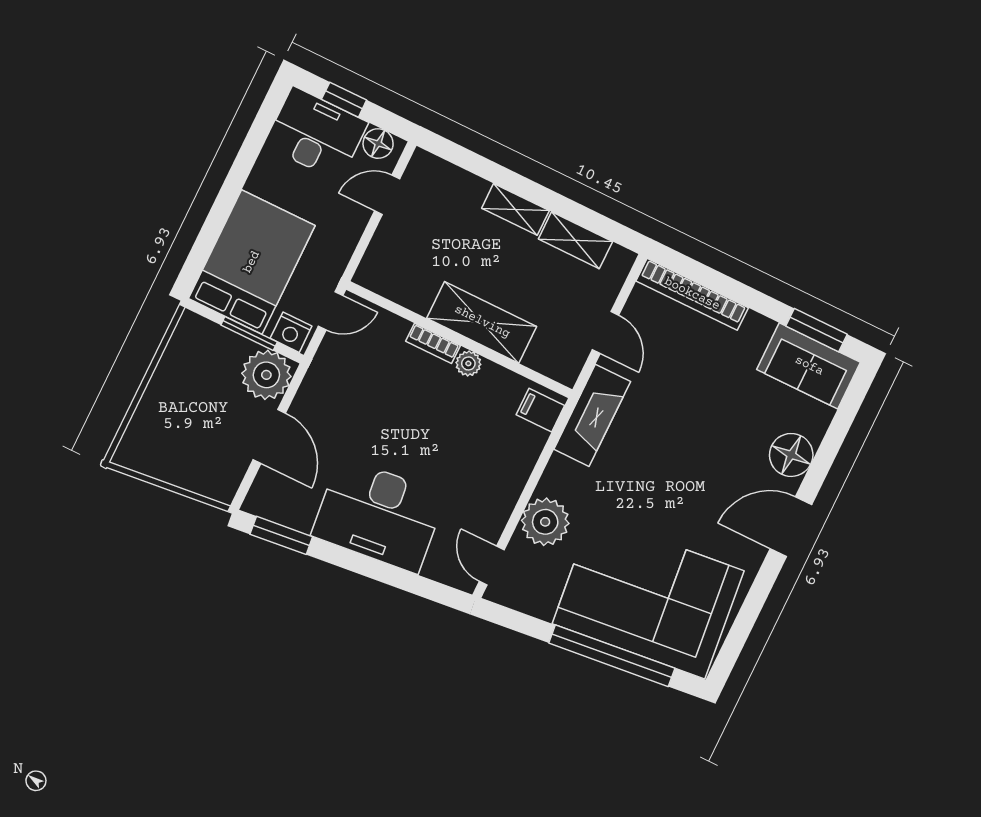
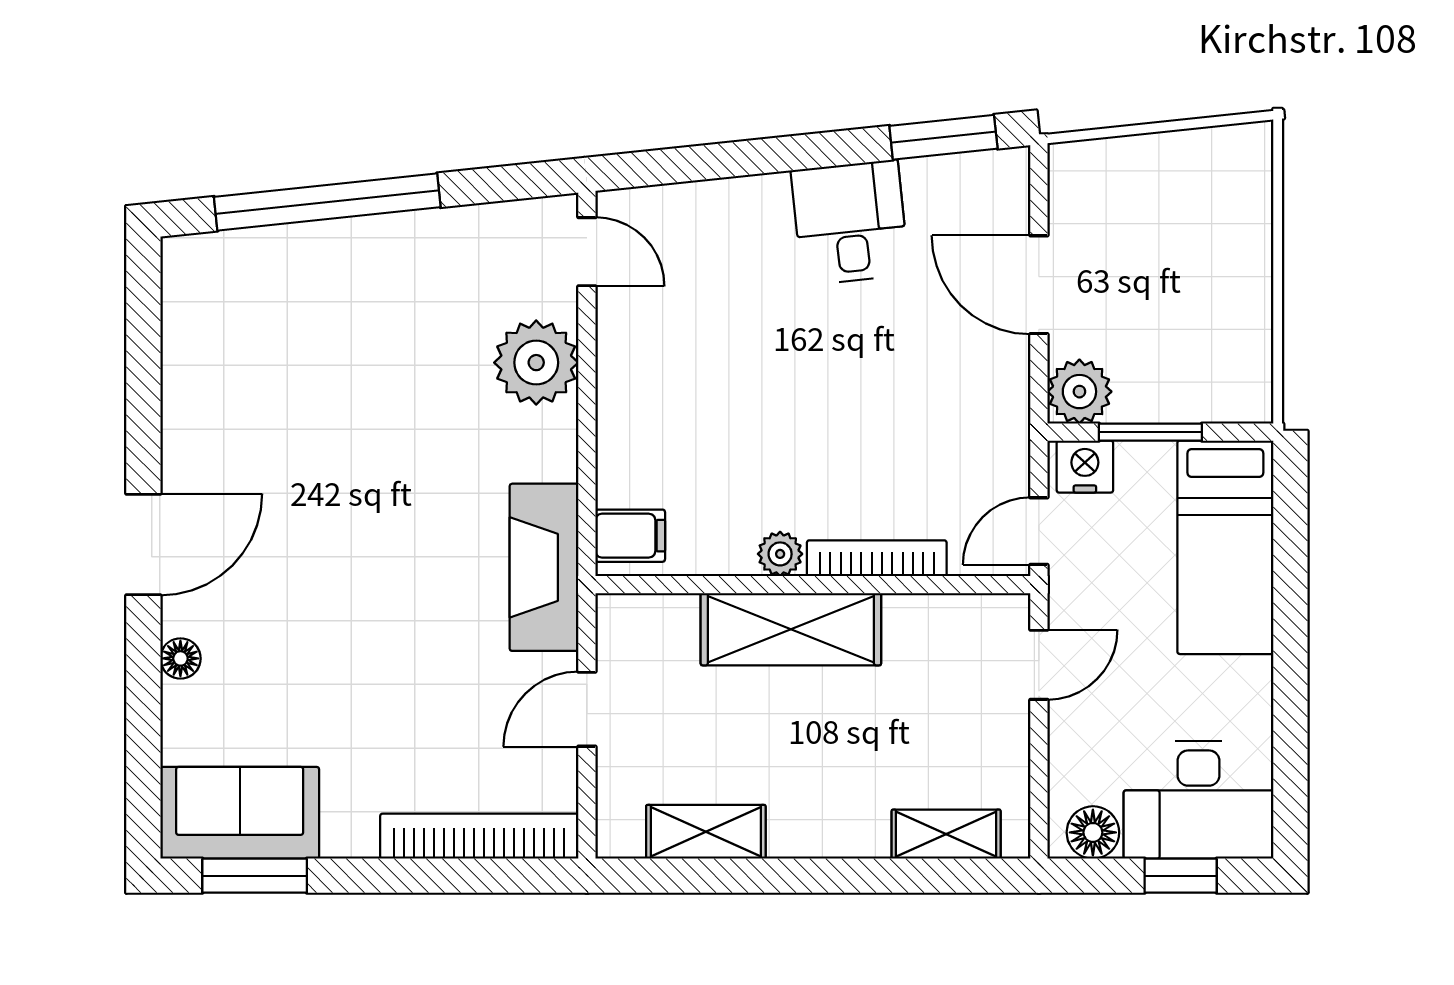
door: (387, 195) -> (1039, 665), moved
shelving: (515, 209) -> (946, 834), moved
bed: (252, 262) -> (1225, 547), width x0.67
door: (606, 332) -> (587, 709), hinge flipped
bookcase: (433, 343) -> (877, 558), width x1.56
plant: (266, 375) -> (1079, 392), width x0.73, depth x0.73
floor lamp: (791, 455) -> (180, 658), width x0.53, depth x0.53
desk: (379, 515) -> (850, 222), width x0.53, depth x0.77
corner sofa: (648, 597) -> (315, 323), removed

